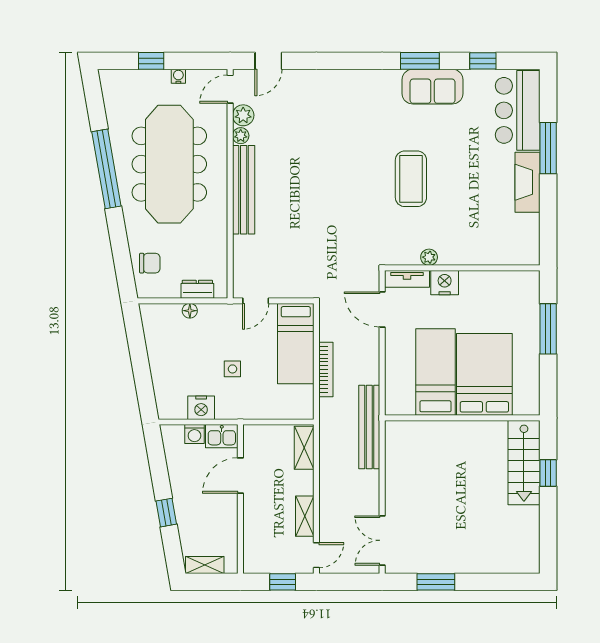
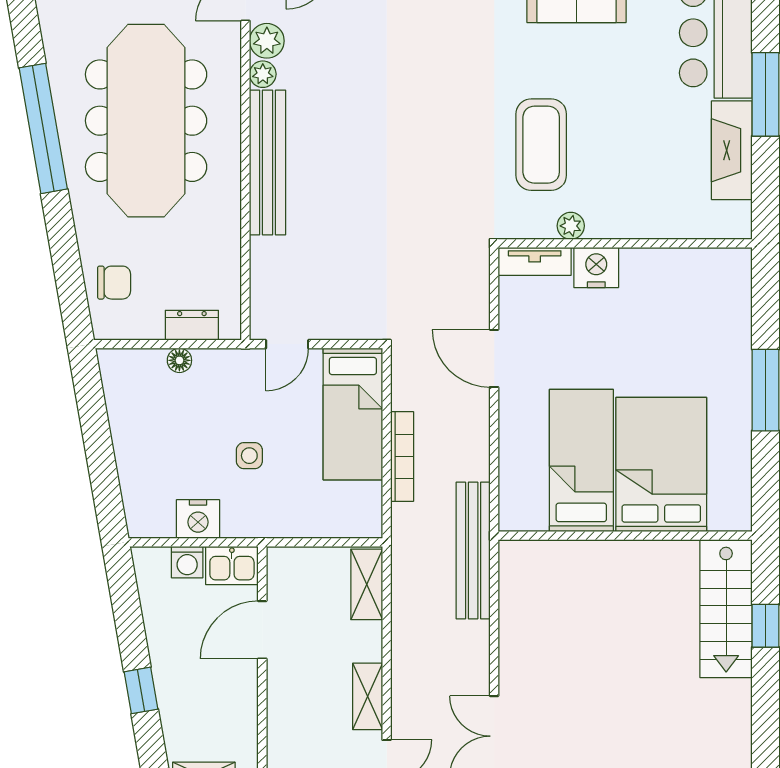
plant: (429, 257) -> (571, 226), moved
wall: (462, 268) -> (625, 243), moved
tv unit: (407, 279) -> (535, 261), moved
nightstand: (445, 283) -> (596, 267), moved

